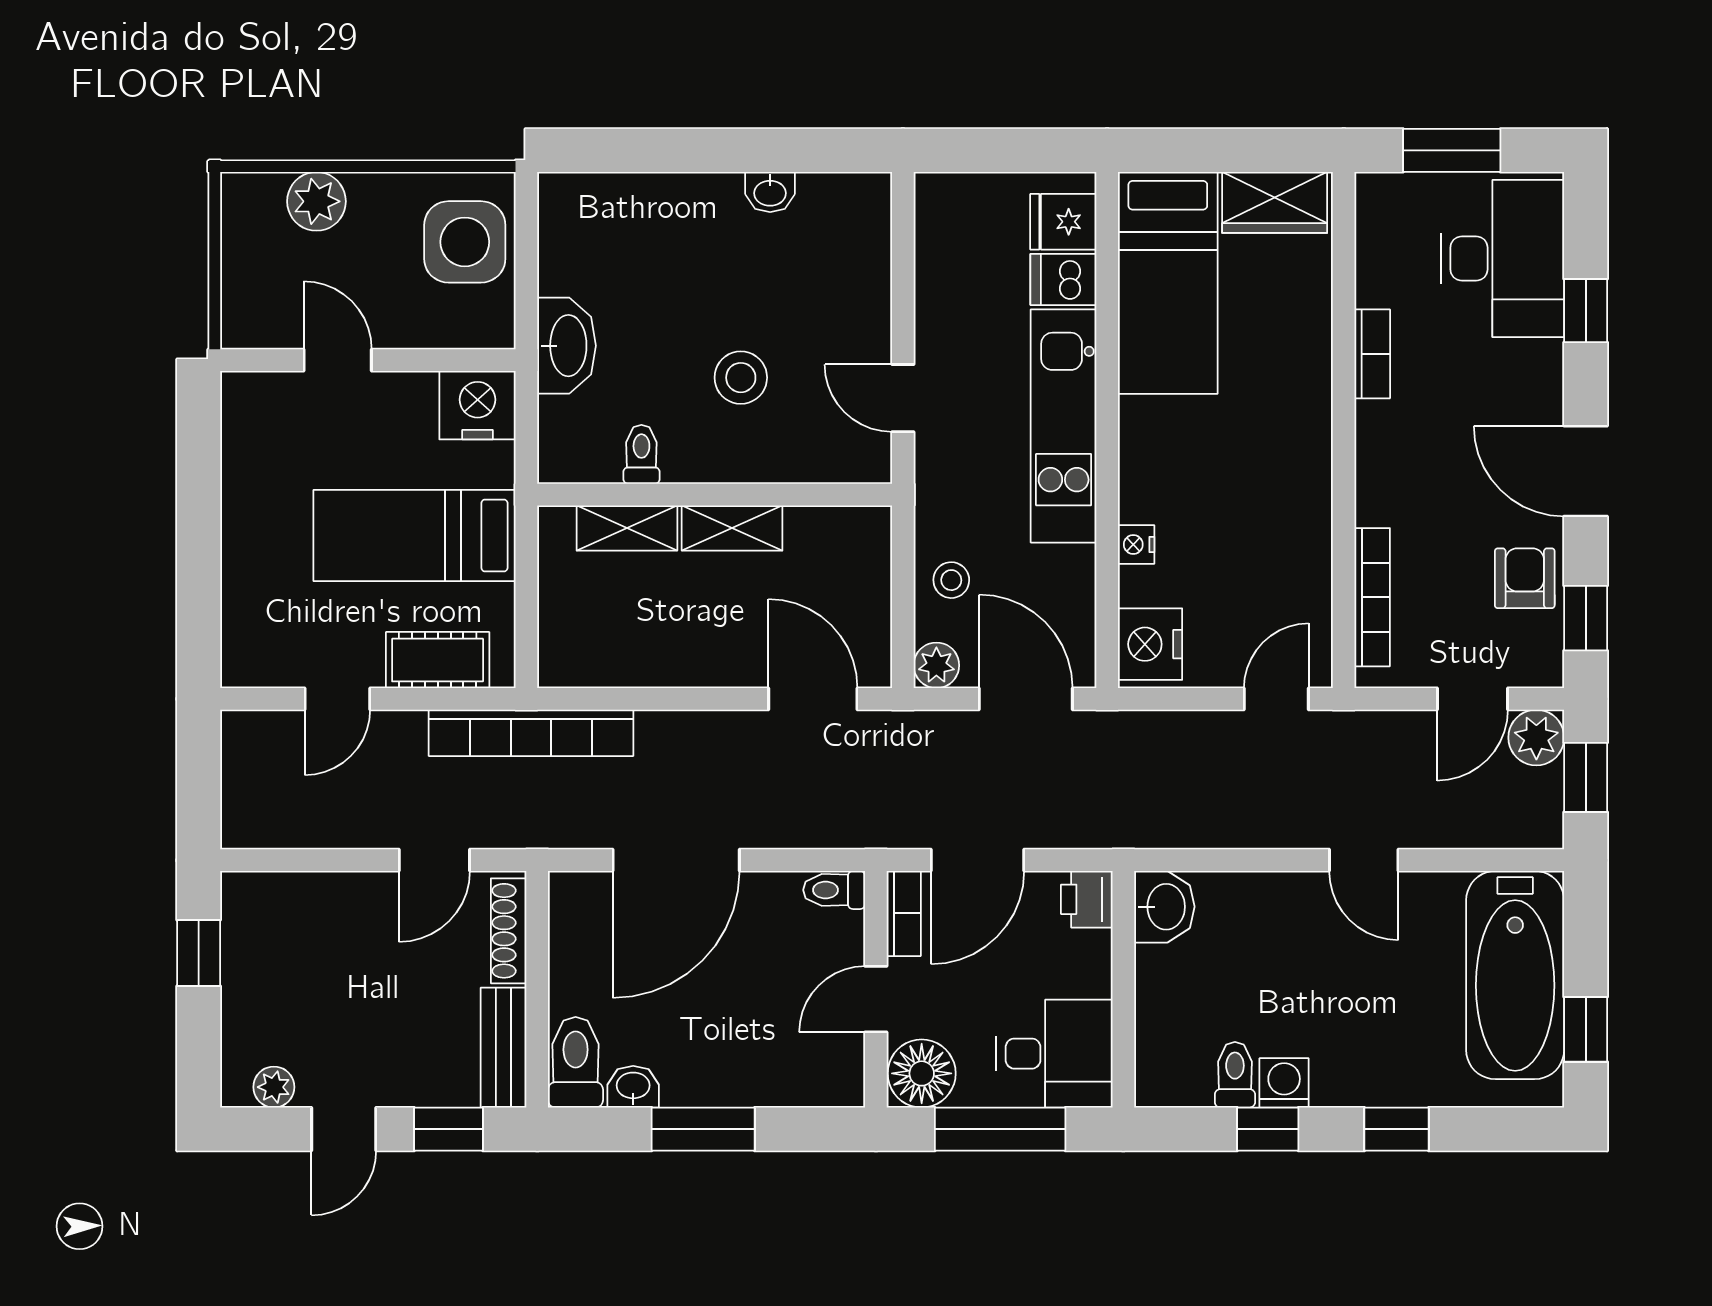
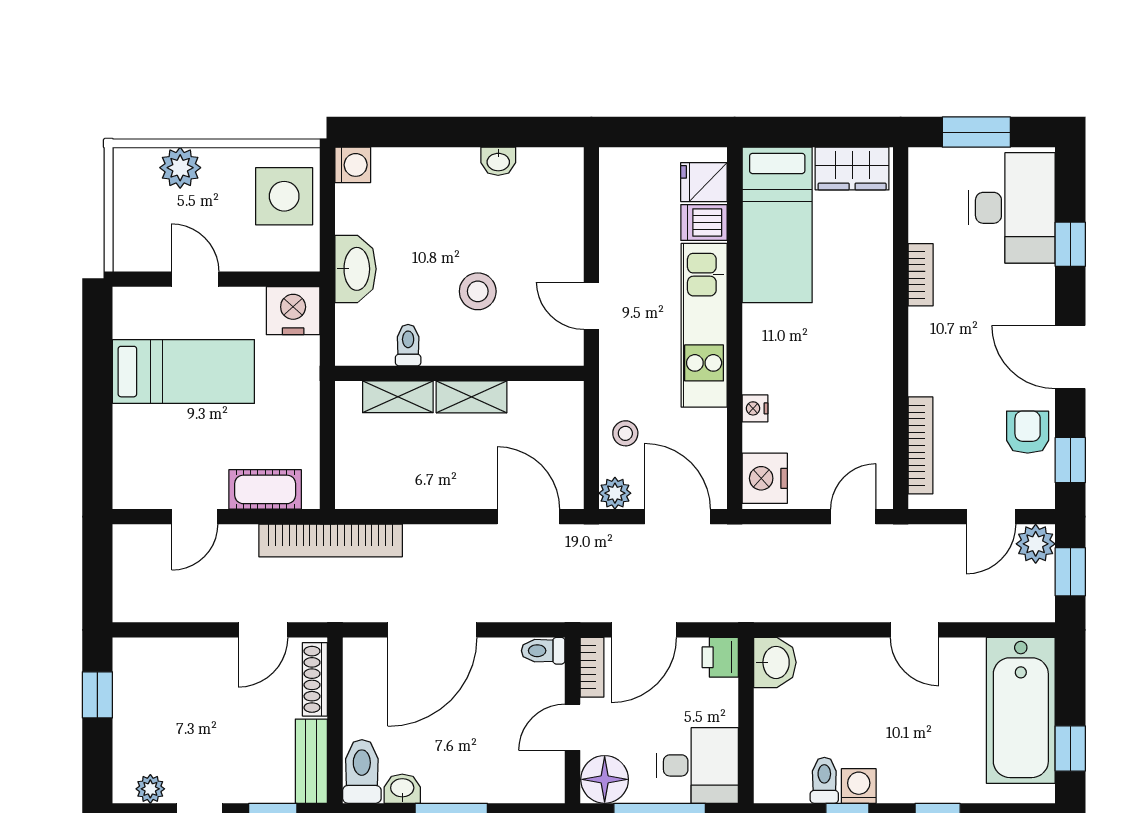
washing machine: (563, 197) -> (353, 165), added
bed: (415, 535) -> (183, 372), moved, turned 180

